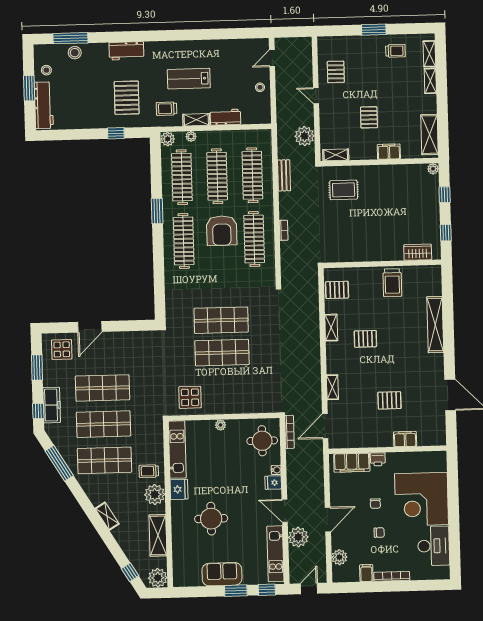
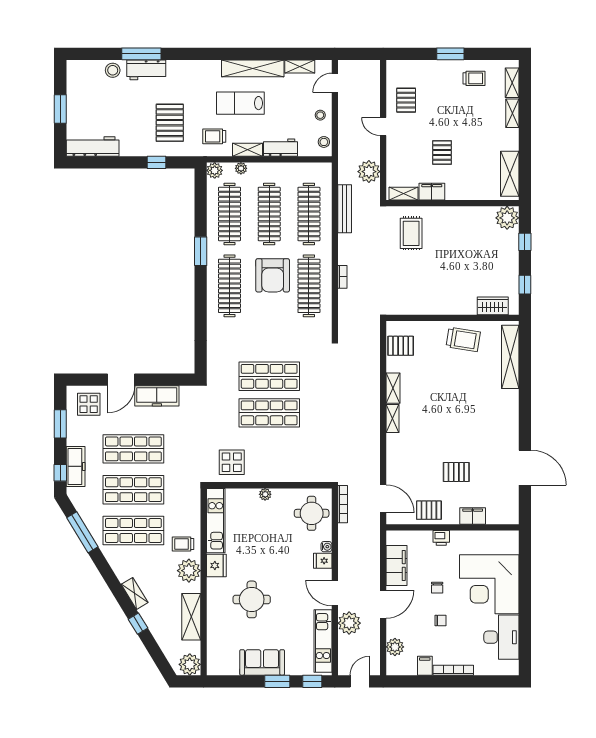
window: (70, 38) -> (141, 54), moved
shelving: (241, 45) -> (300, 67), added
shelving: (199, 47) -> (253, 68), added
workbench: (126, 51) -> (146, 70), moved
stool: (46, 70) -> (324, 142), moved
workbench: (44, 105) -> (93, 146), moved, turned -90
filing cabinet: (389, 152) -> (432, 192), moved
plant: (433, 169) -> (507, 218), width x1.88, depth x1.88
bench: (284, 175) -> (345, 209), width x1.36
rug: (344, 190) -> (411, 233), turned 90
trolley: (392, 283) -> (463, 339), turned -81
shelving: (435, 325) -> (510, 357), moved
pallet: (365, 339) -> (429, 510), moved
freezer: (122, 340) -> (157, 396), added
shelving: (332, 387) -> (392, 419), moved
door: (325, 426) -> (383, 499), swing flipped
filing cabinet: (352, 463) -> (396, 565), moved, turned -90
window: (130, 572) -> (138, 624), moved

